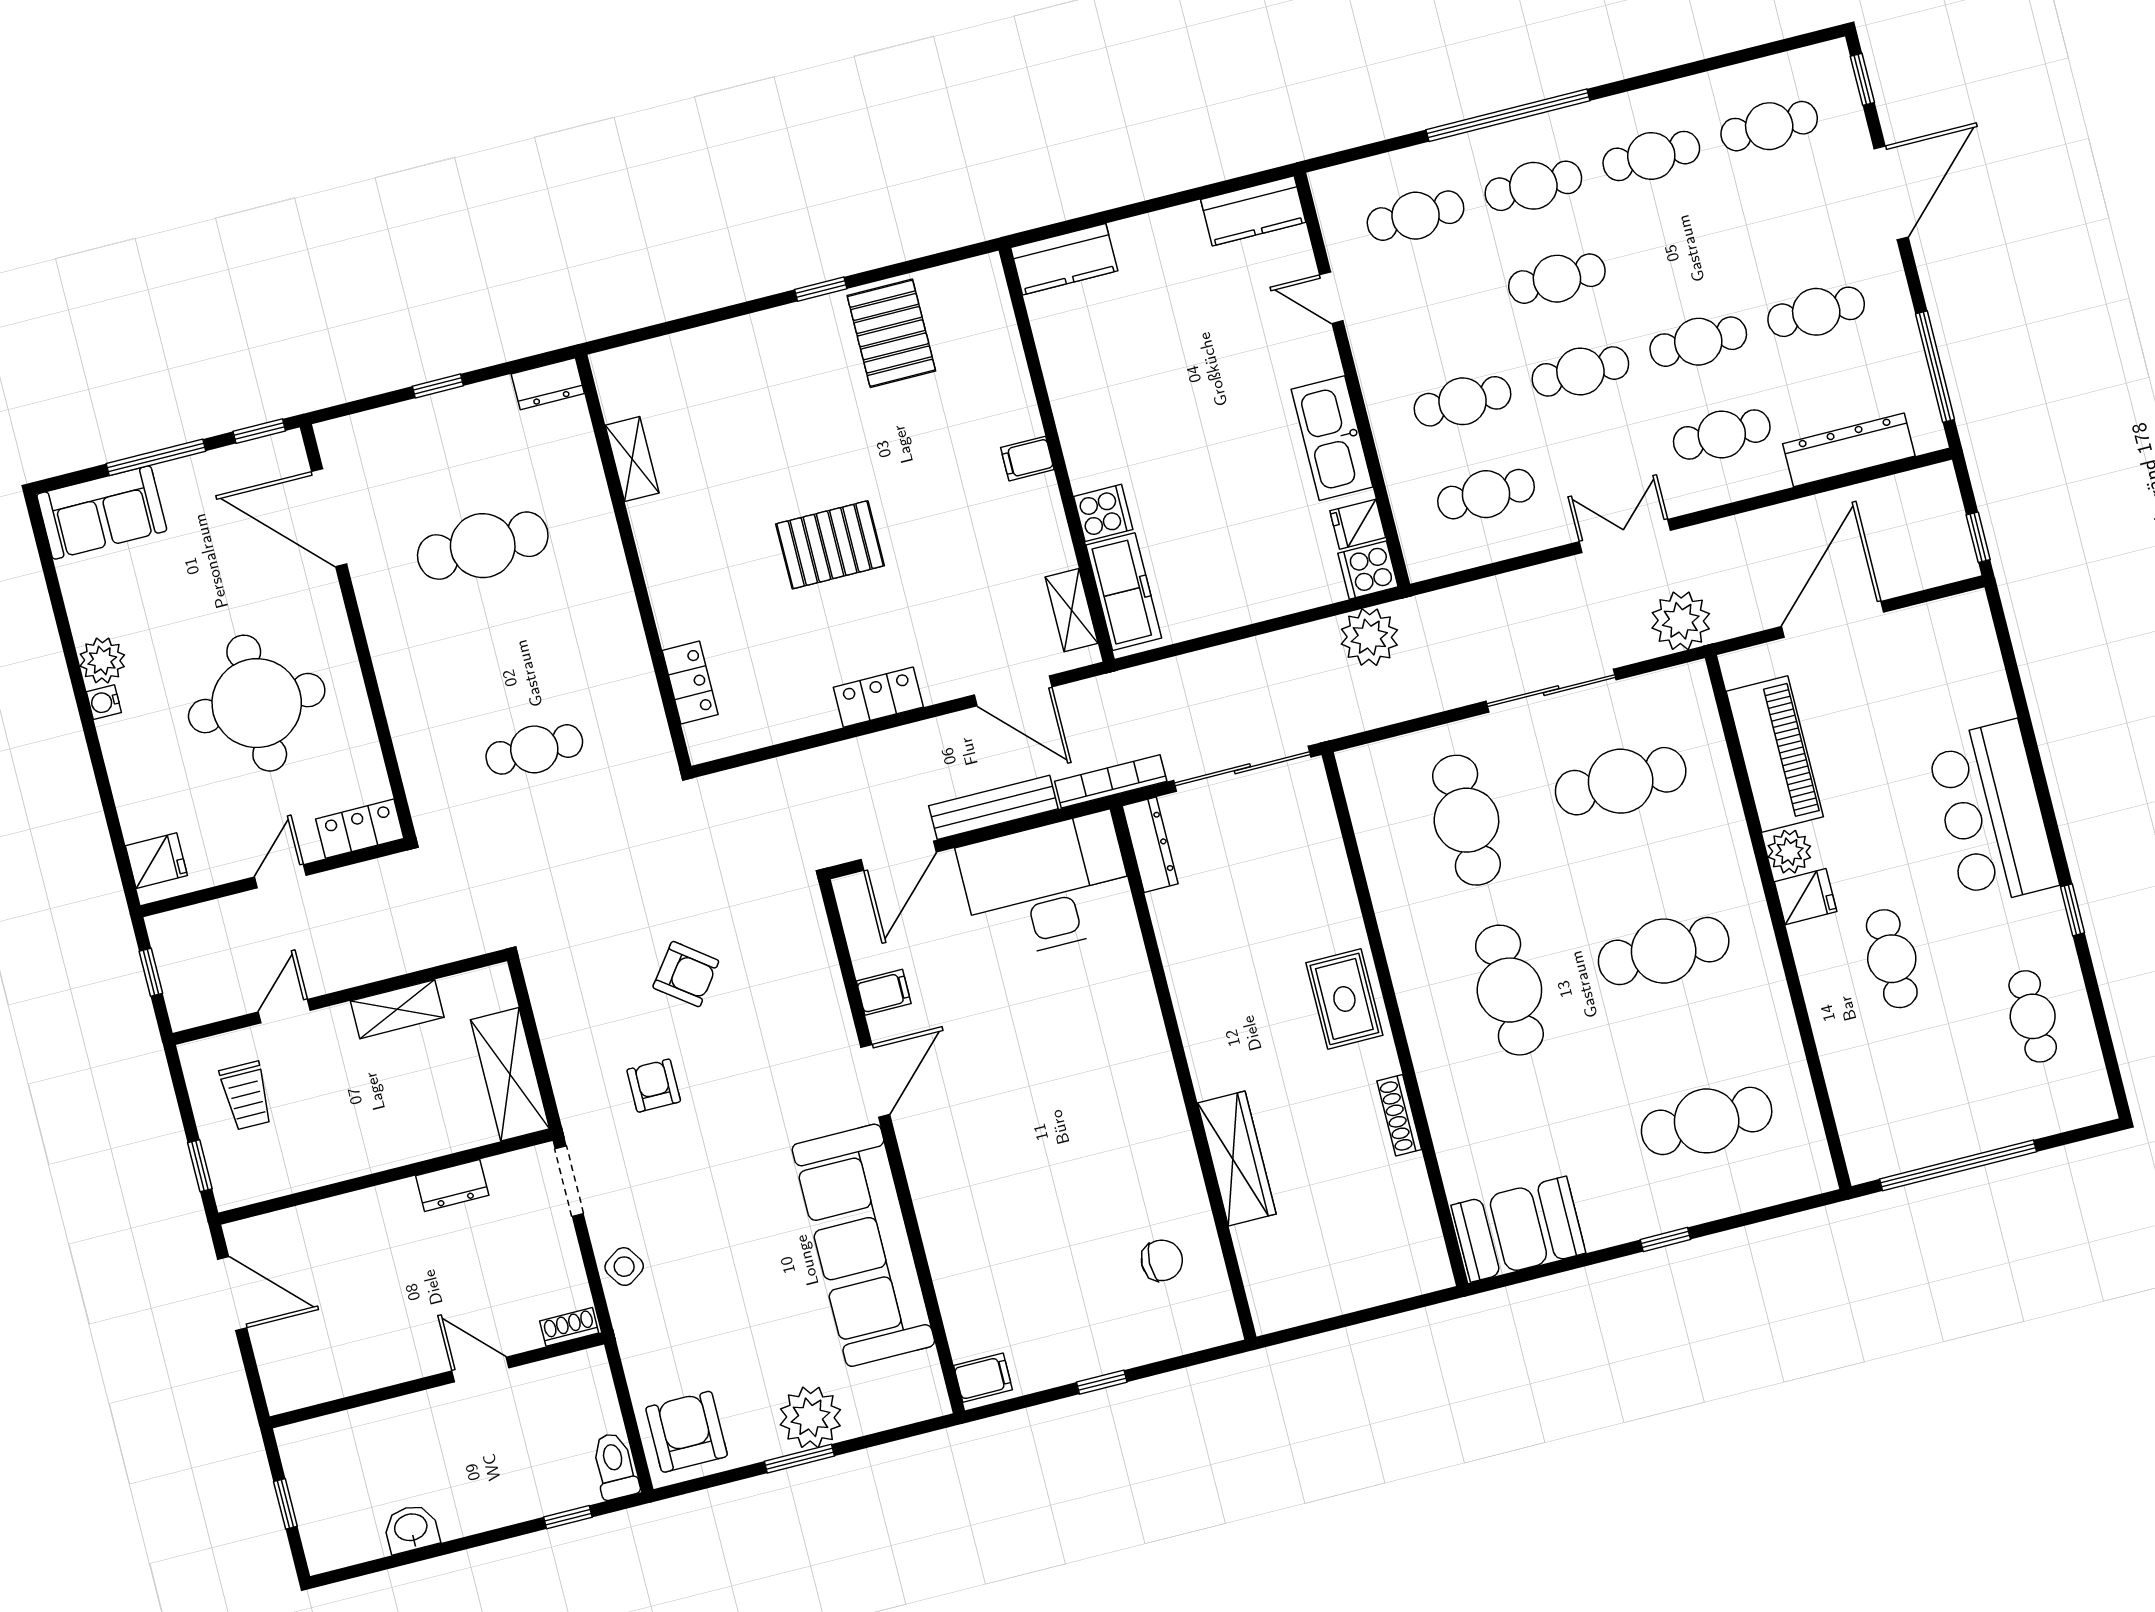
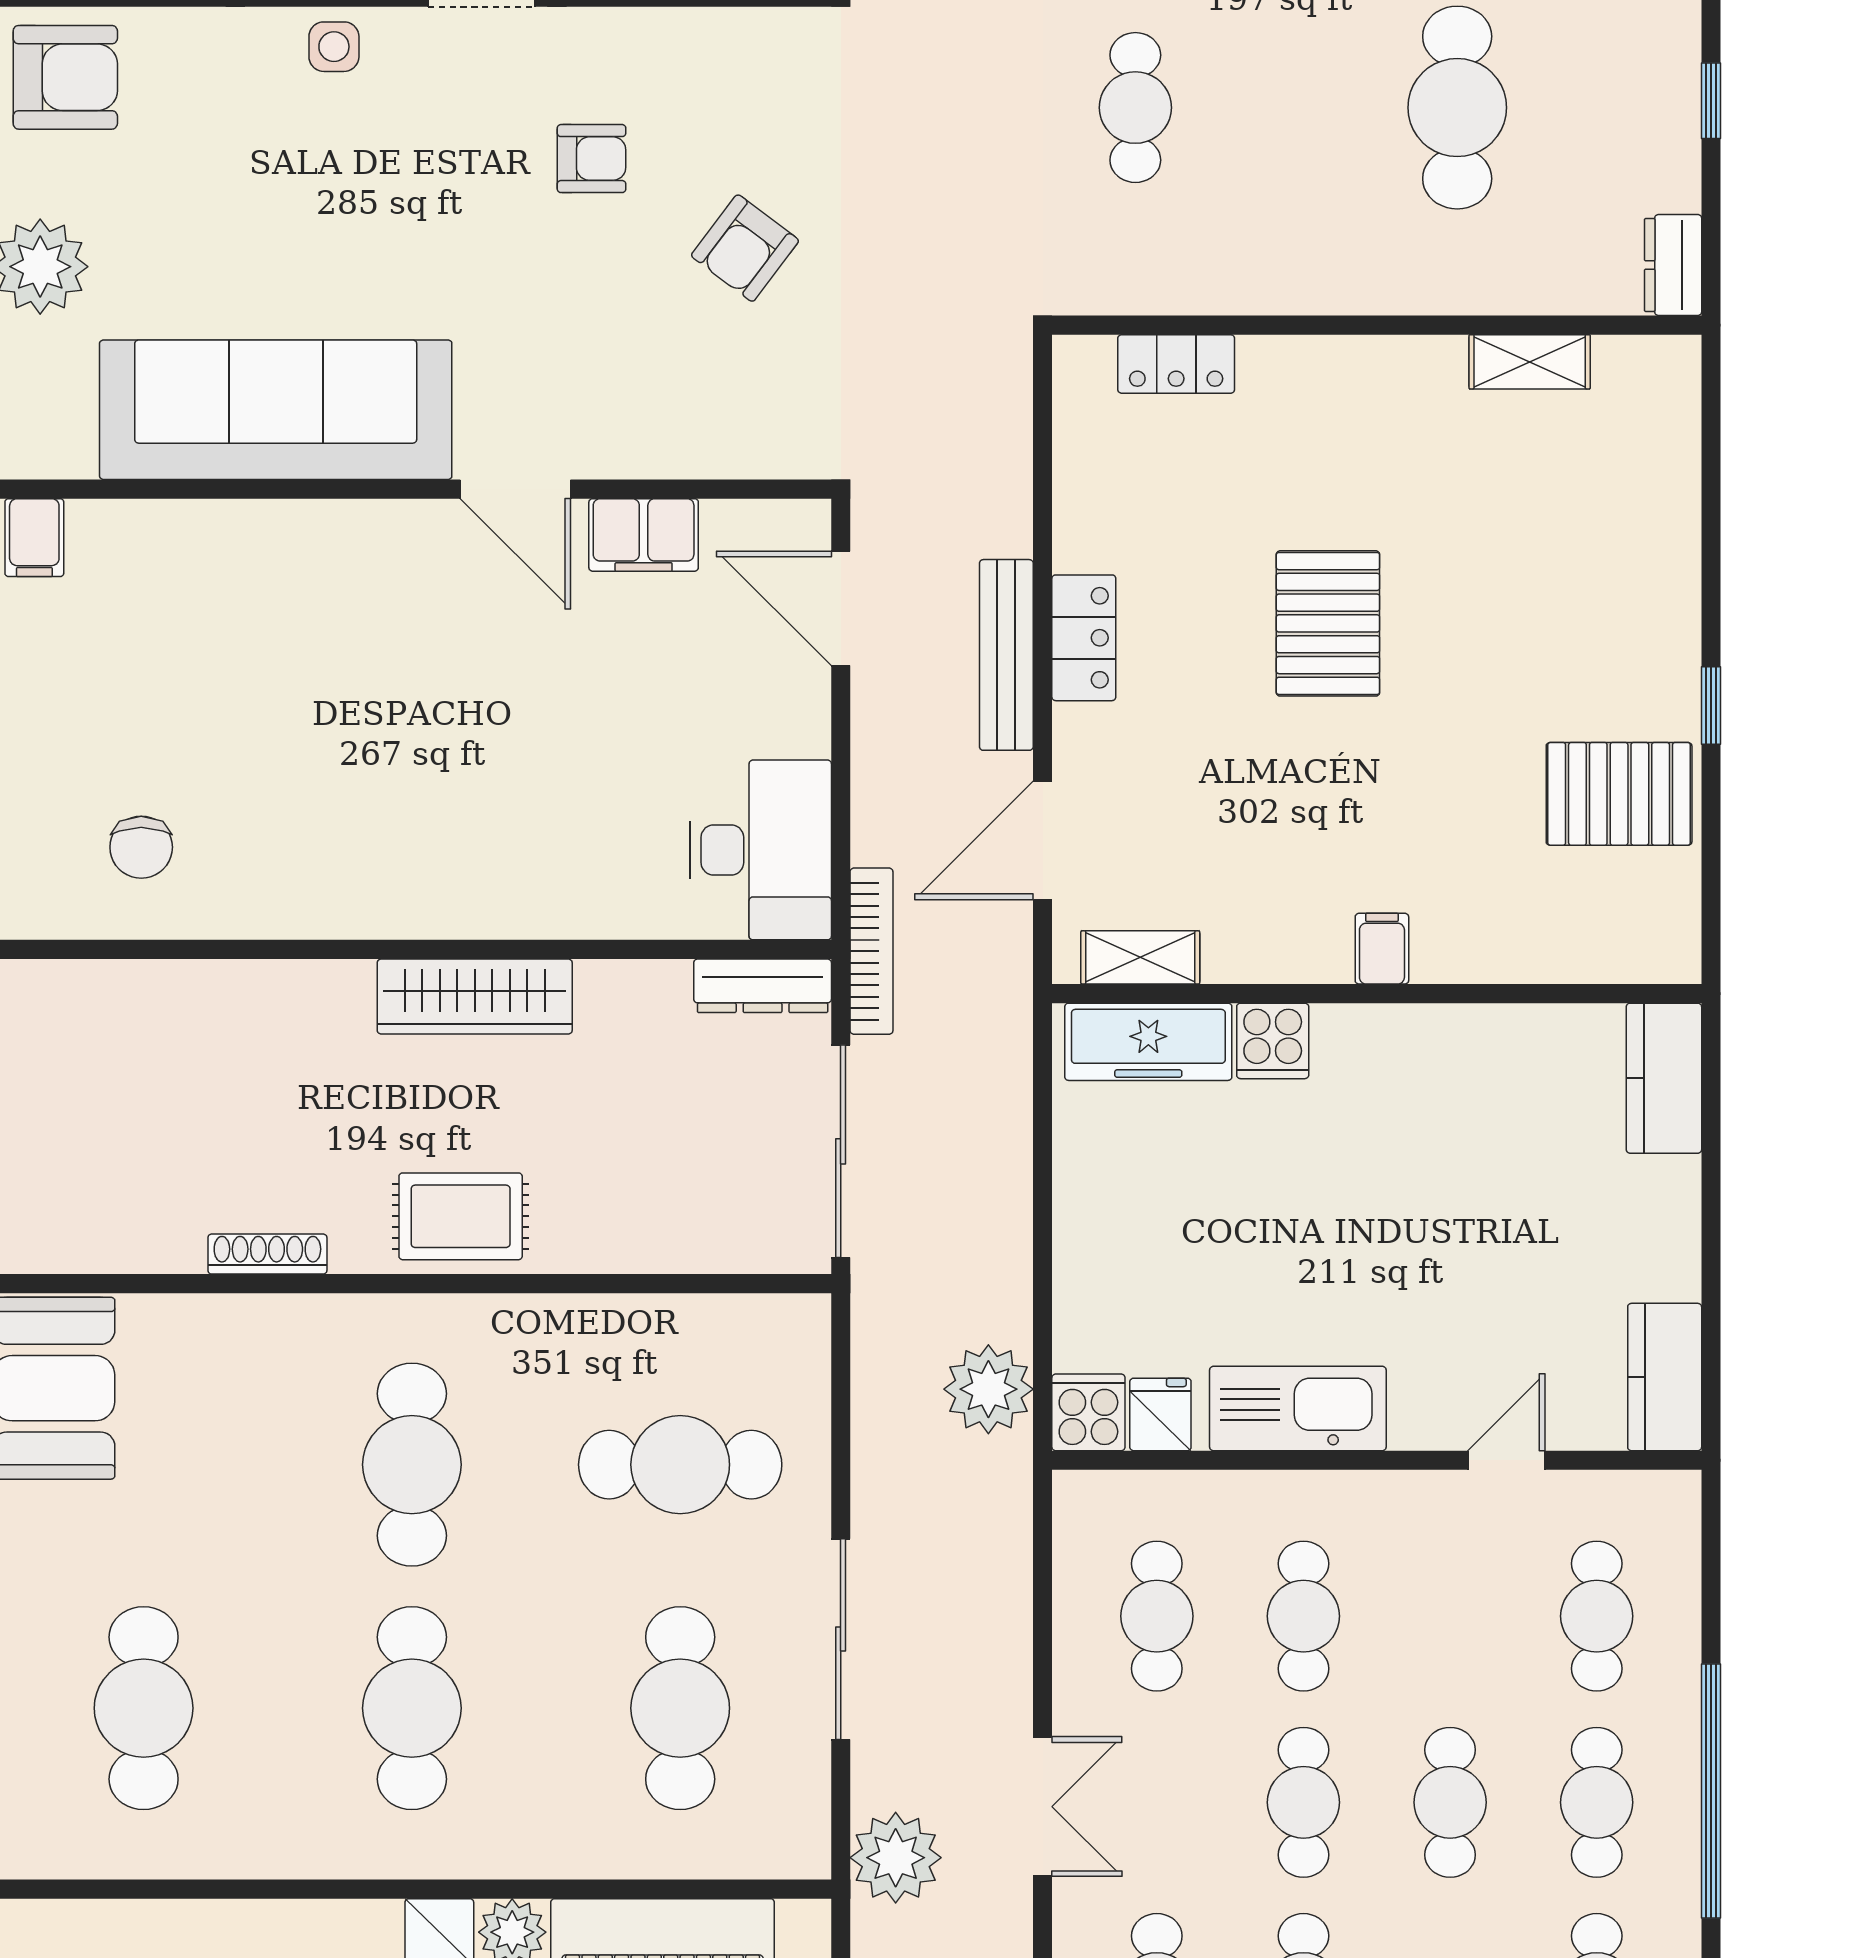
bench: (993, 807) -> (1006, 655), moved
desk: (1047, 886) -> (761, 850), width x0.73, depth x0.77
cafe table: (1509, 990) -> (412, 1465), turned 90
filing cabinet: (884, 992) -> (644, 535), width x2.00
wardrobe: (1237, 1158) -> (475, 997), moved
side table: (624, 1267) -> (334, 47), turned 34

